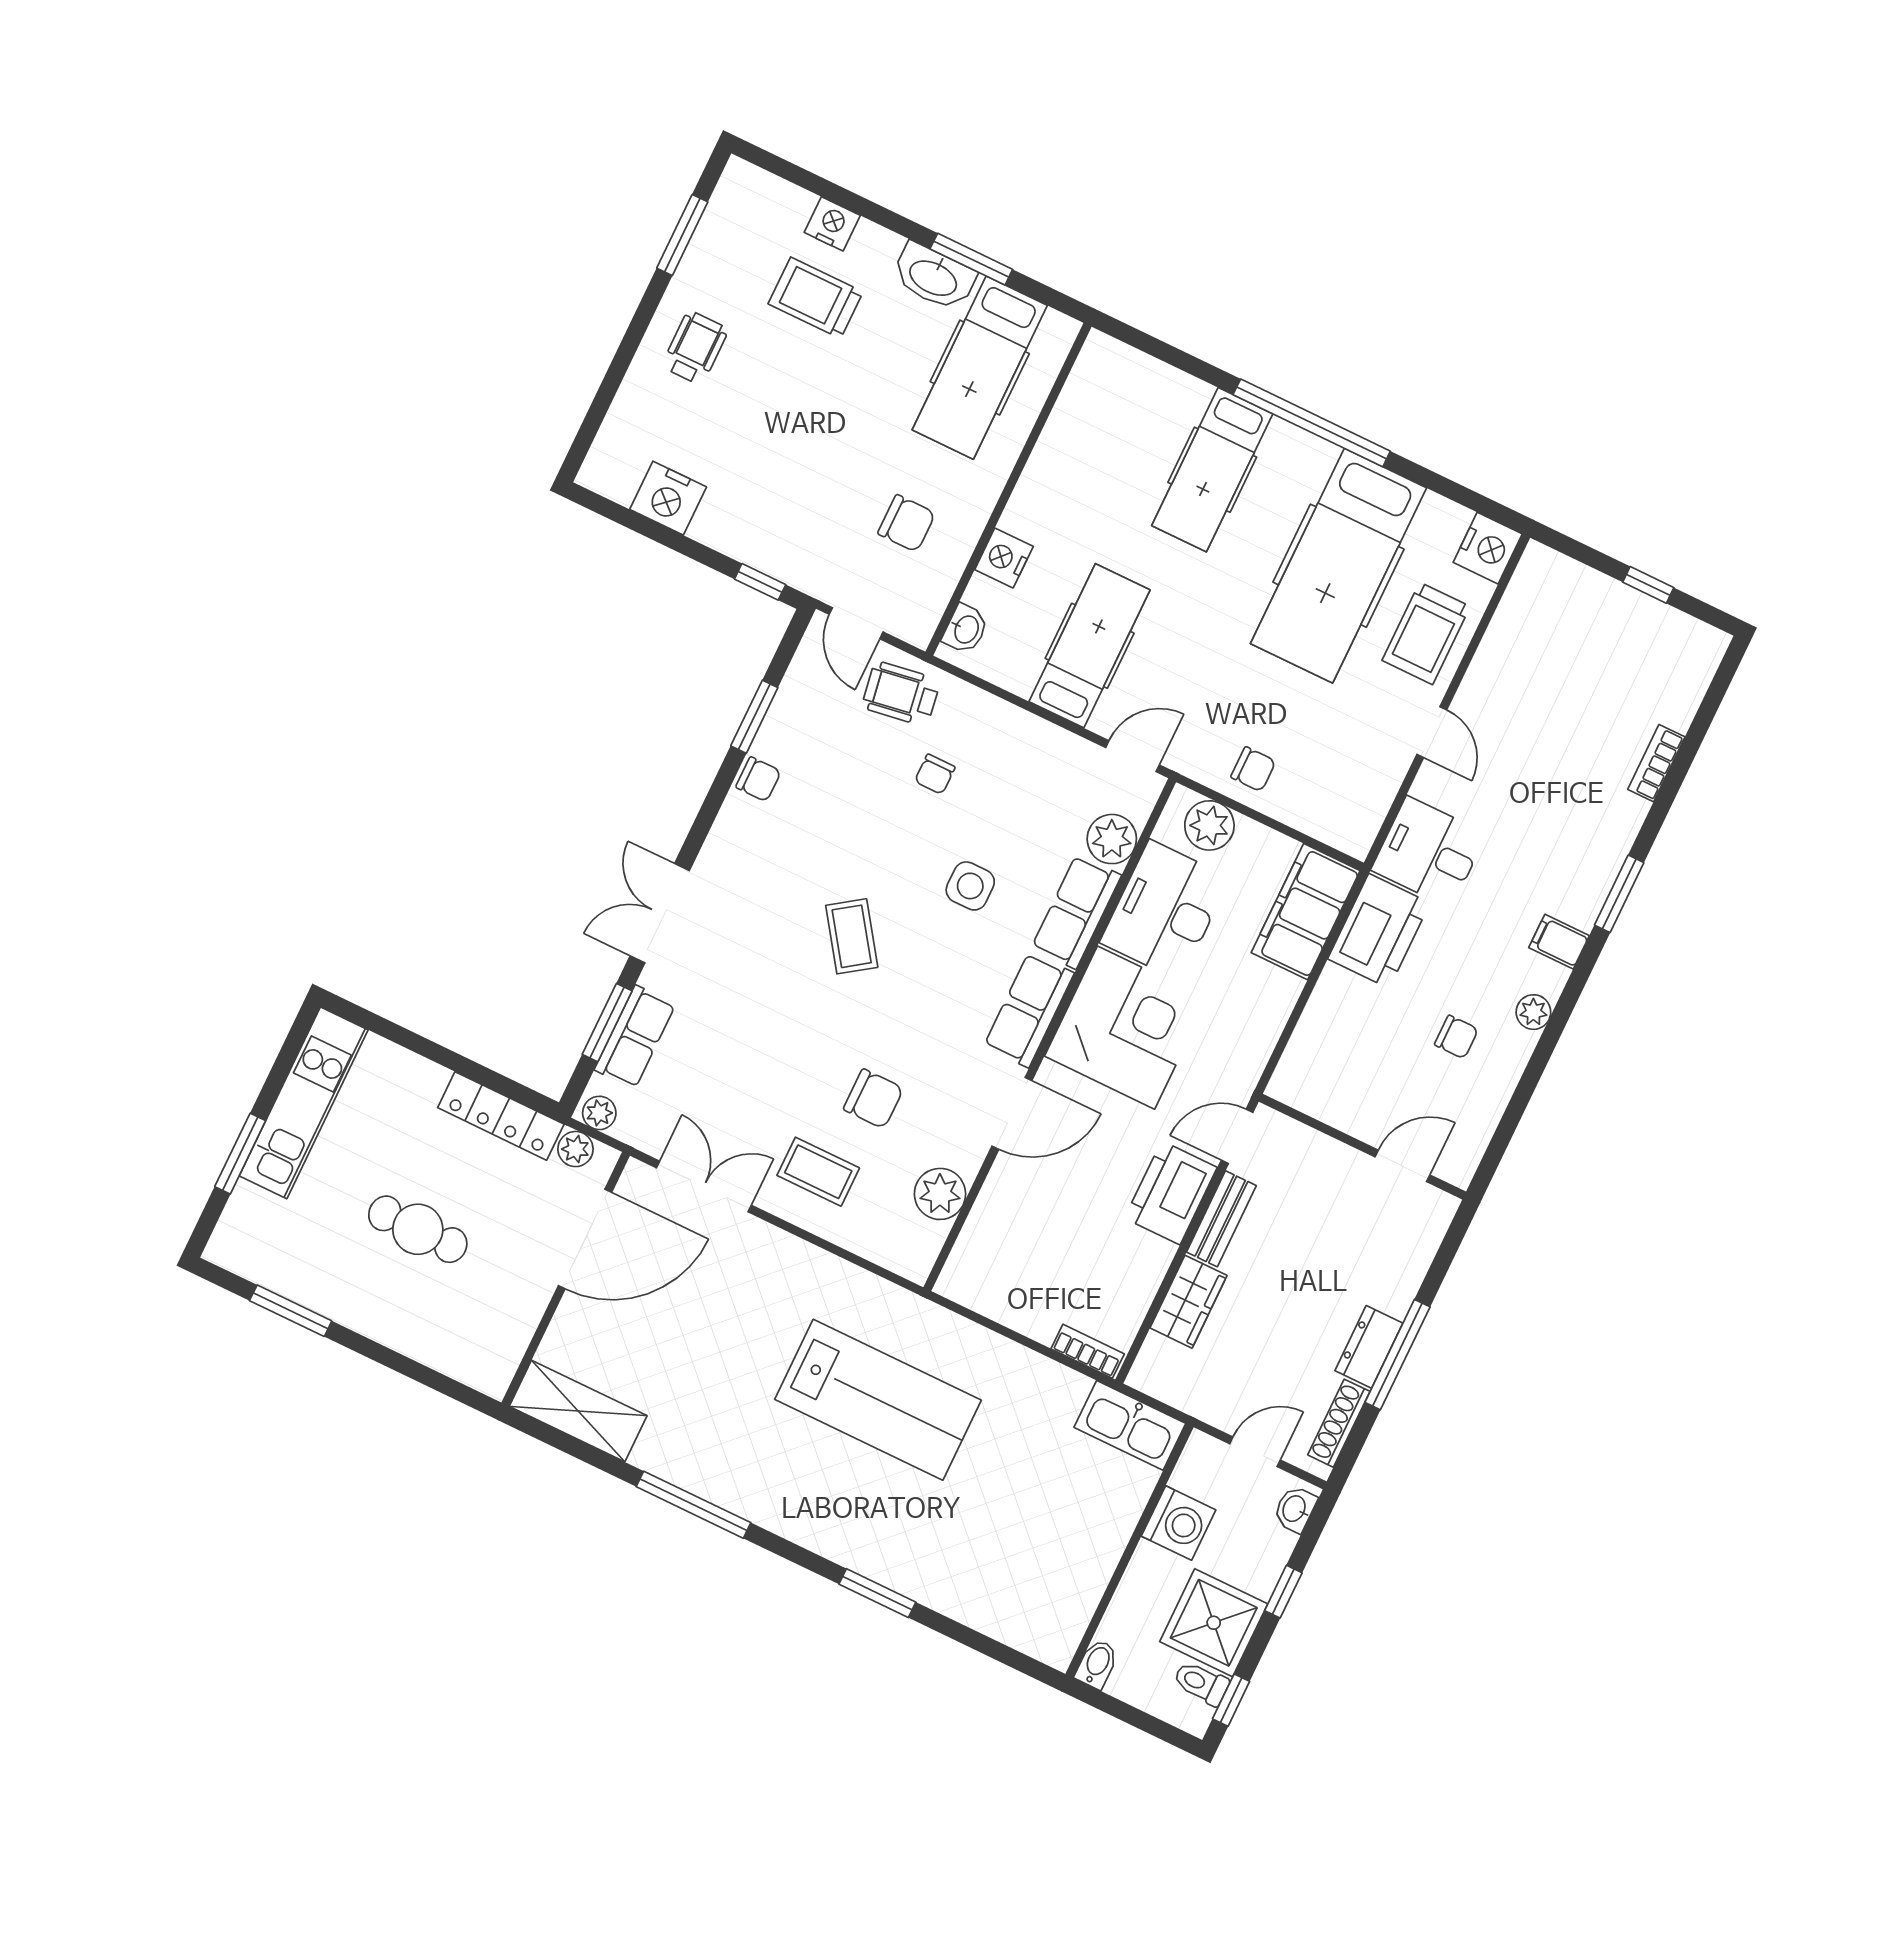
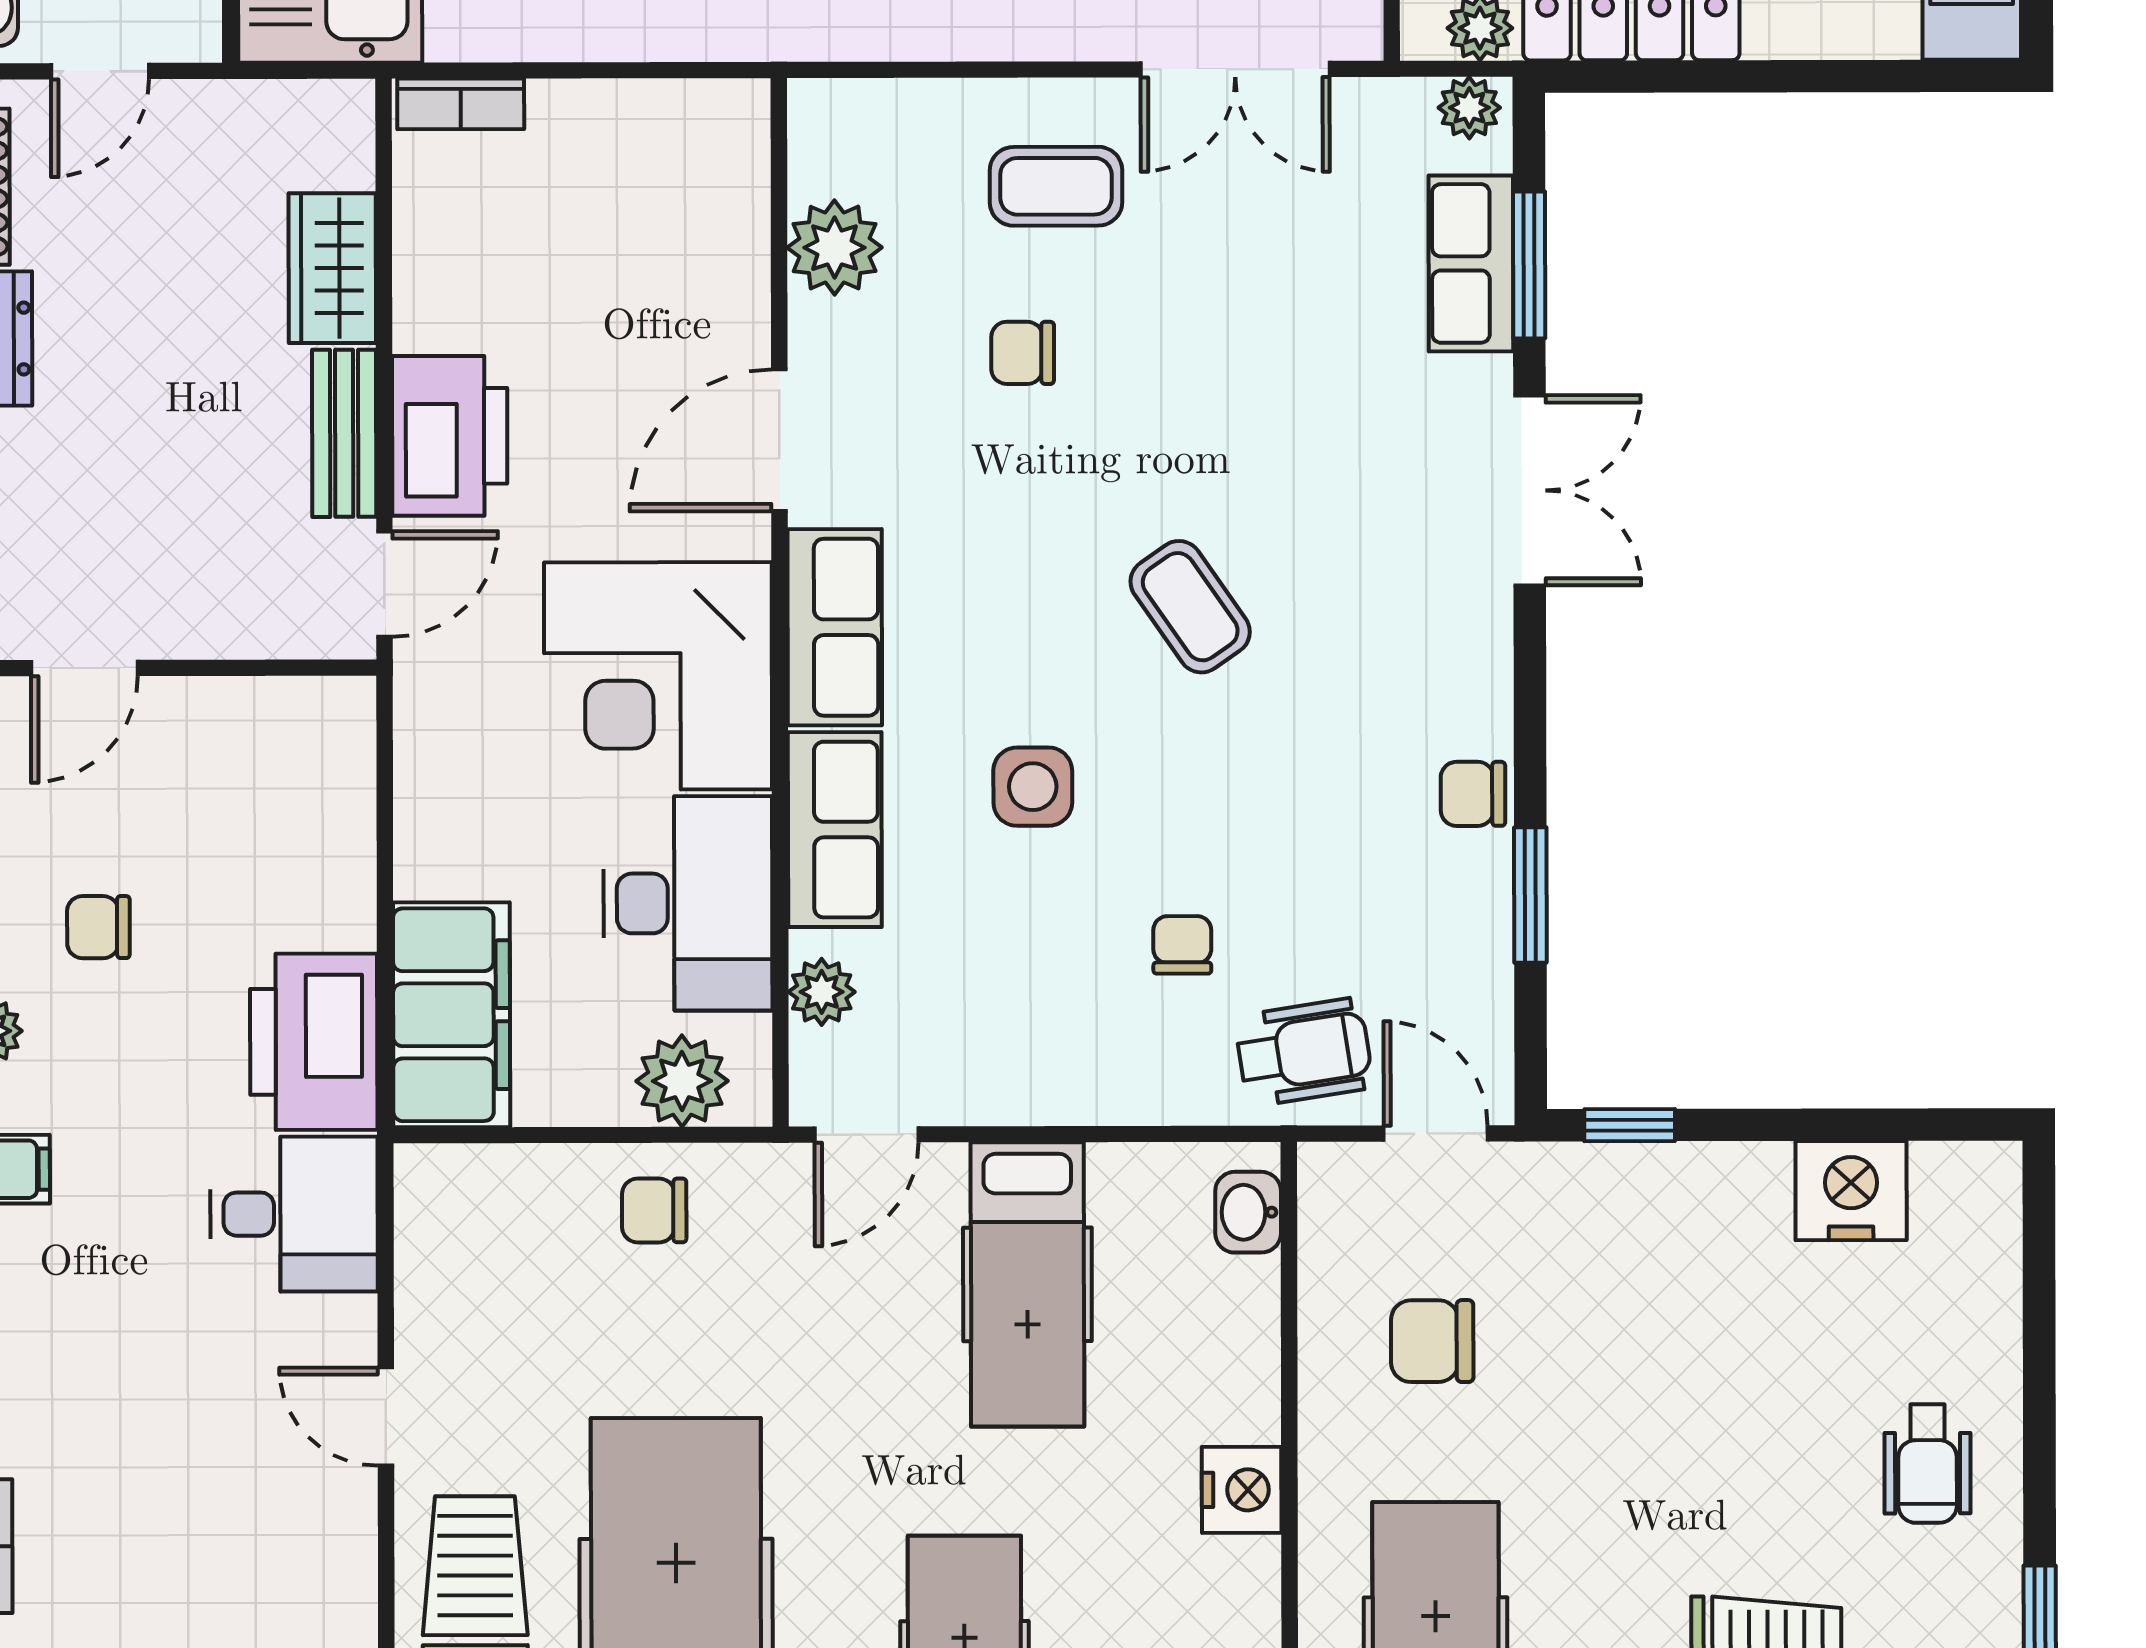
nightstand: (1004, 558) -> (1242, 1490), moved
plant: (1112, 839) -> (822, 992), width x0.73, depth x0.73
chair: (873, 1099) -> (1023, 353), width x0.73, depth x0.73

